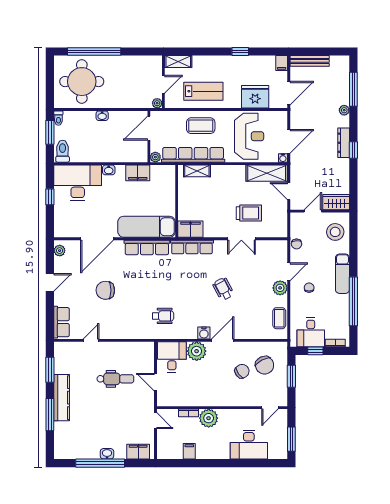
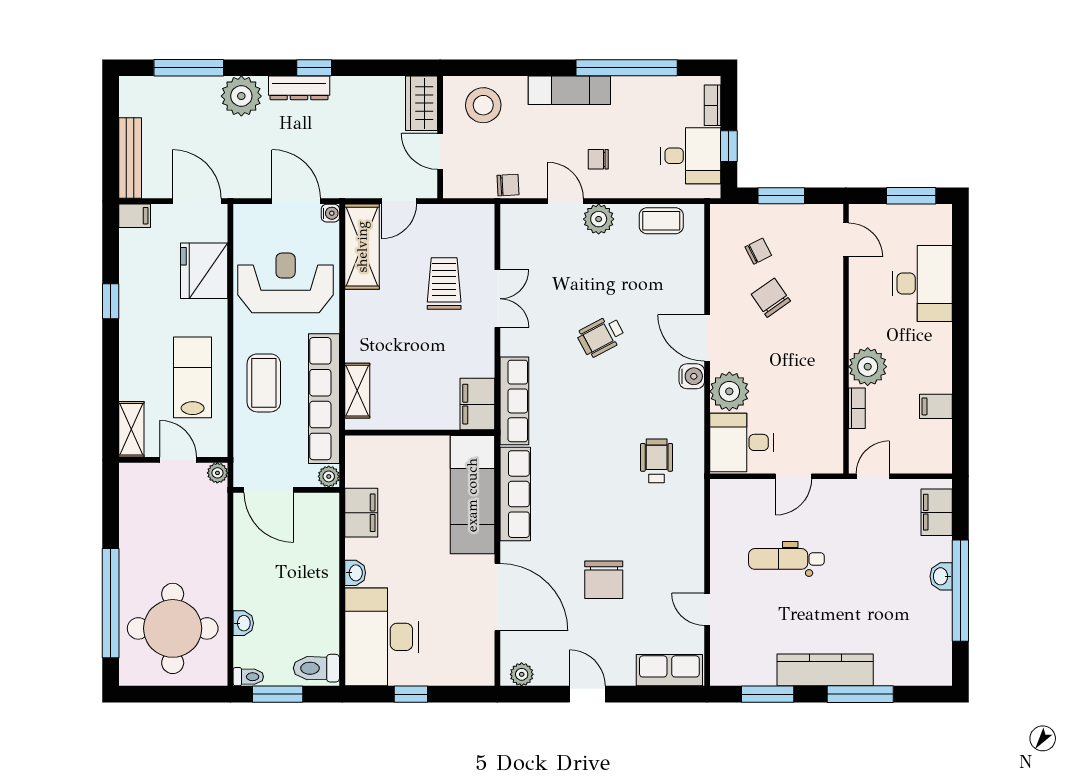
plant: (344, 110) -> (241, 96), width x1.87, depth x1.87
washbasin: (102, 116) -> (243, 623), moved
chair: (265, 365) -> (758, 251), width x0.54, depth x0.54
dental chair: (115, 379) -> (786, 559), turned -90

